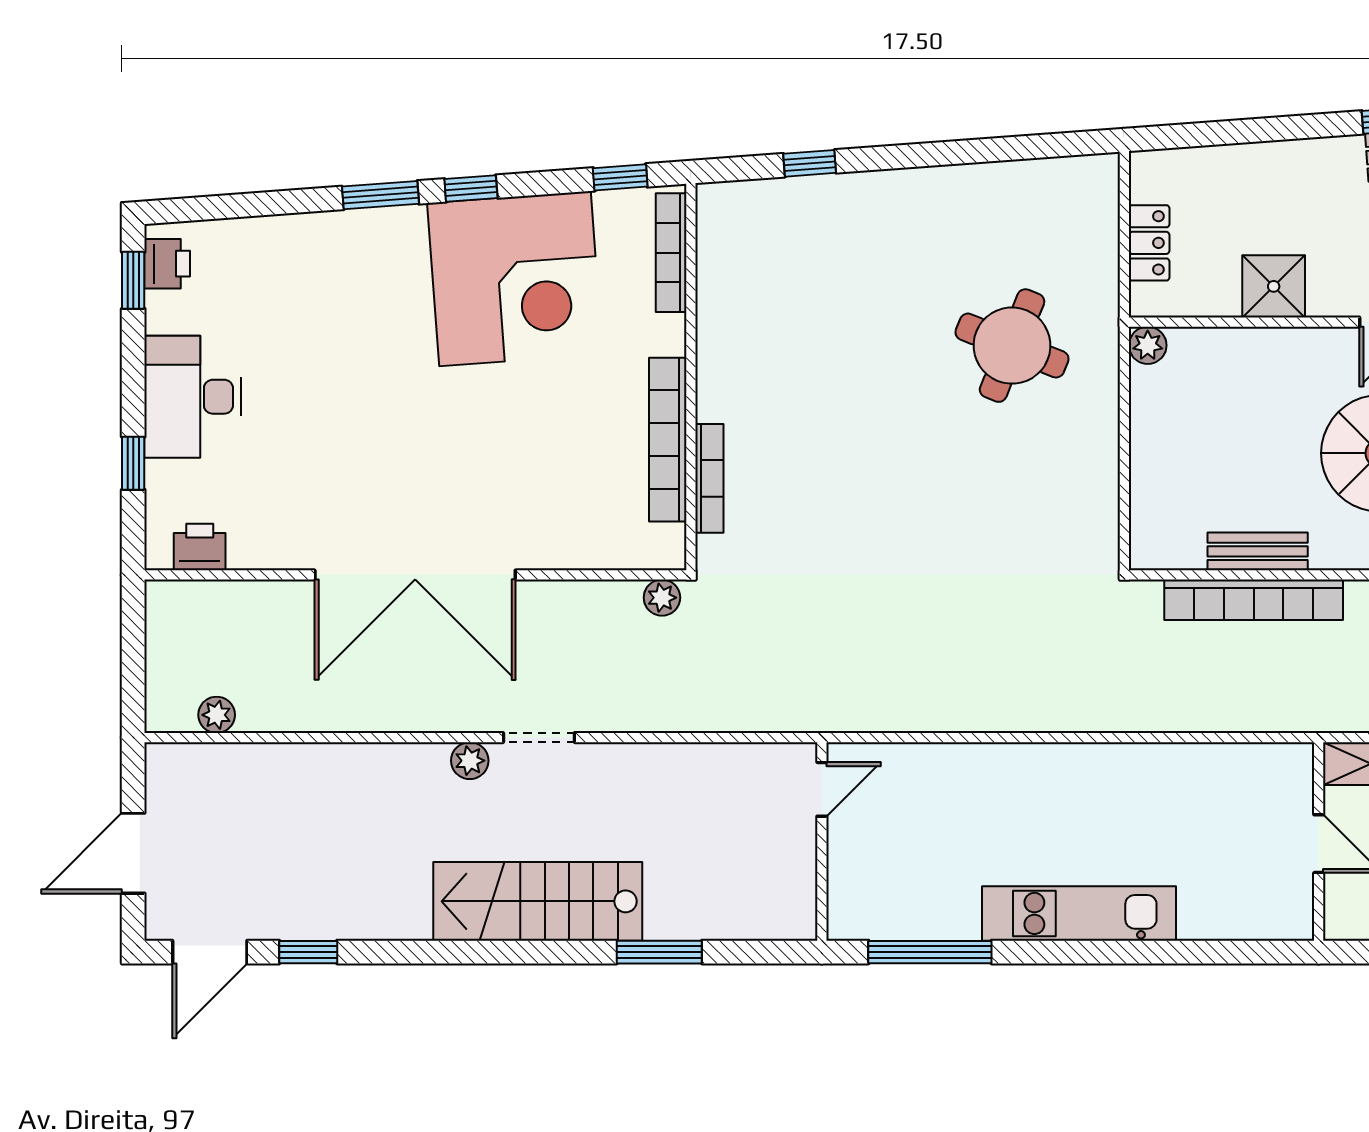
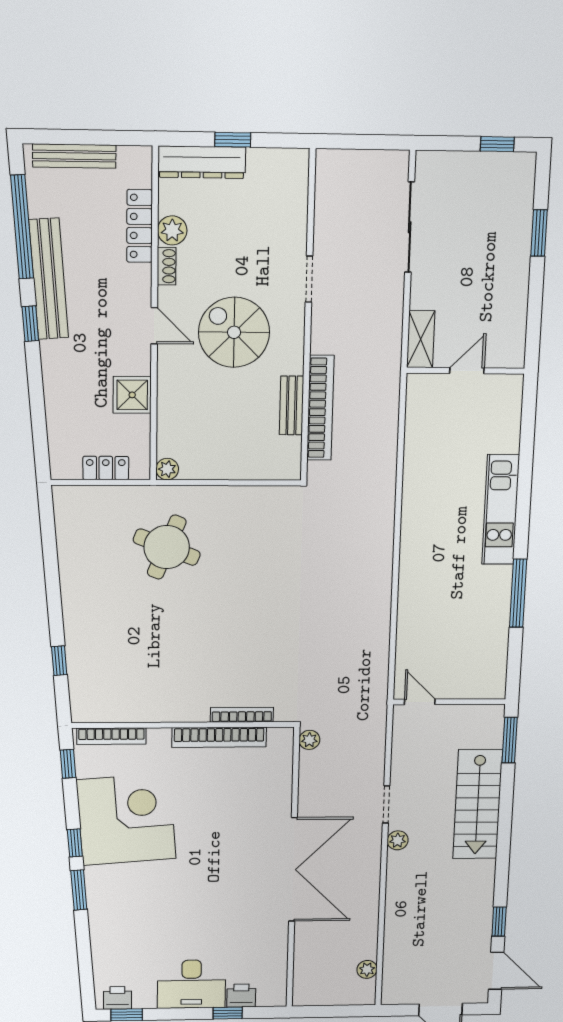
printer: (200, 547) -> (241, 996), moved, turned 90
door: (822, 789) -> (420, 702), moved
wall: (822, 841) -> (449, 702), moved

